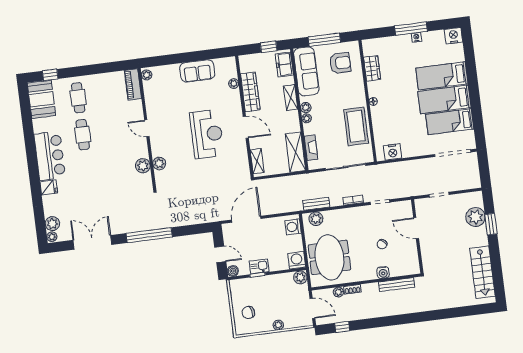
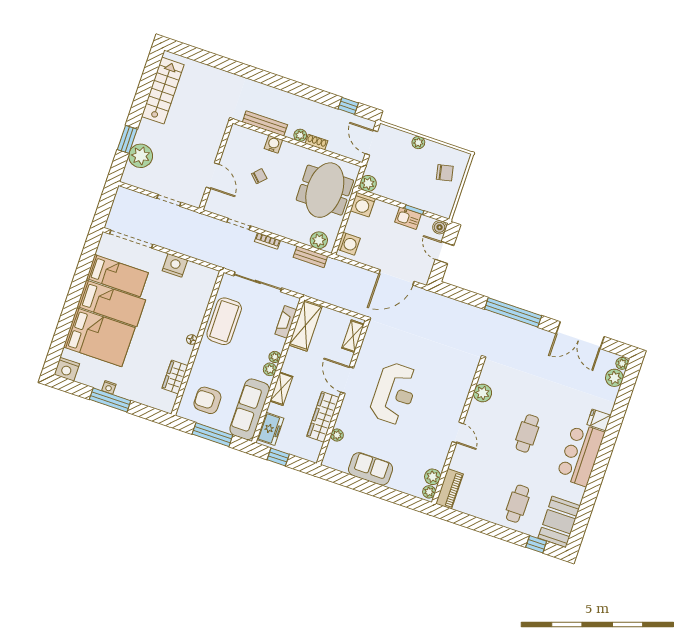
bed: (442, 76) -> (99, 337), width x1.50
reception desk: (207, 134) -> (394, 394), turned 180
cafe table: (83, 135) -> (527, 433), moved
nightstand: (393, 152) -> (175, 265), moved
plant: (159, 163) -> (433, 477), moved
plant: (338, 292) -> (300, 135), moved

